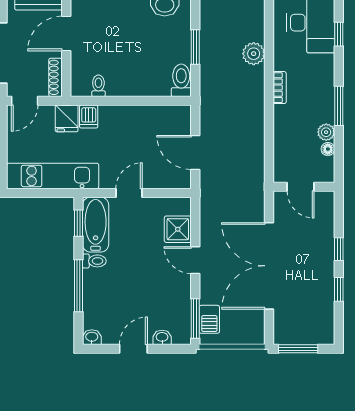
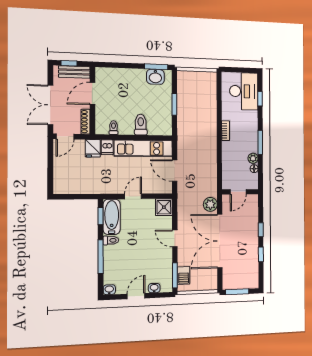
plant: (254, 54) -> (210, 204), moved
toilet: (181, 80) -> (141, 125), moved
kitchen unit: (53, 176) -> (143, 148), moved, turned 180
door: (301, 187) -> (238, 192), hinge flipped
shower: (178, 229) -> (164, 207), moved

